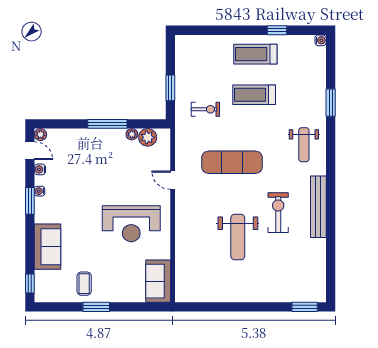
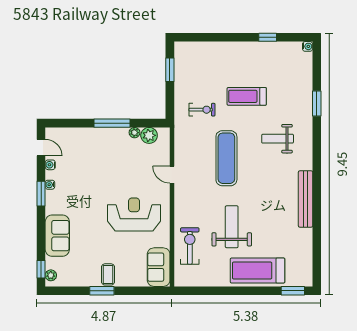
treadmill: (255, 54) -> (258, 271), moved, width x1.37, depth x1.38
window: (170, 88) -> (170, 70), moved
plant: (40, 135) -> (51, 275), moved
weight bench: (304, 145) -> (278, 139), moved, turned 90
exercise mat: (232, 162) -> (226, 158), turned 90
exercise bike: (278, 213) -> (190, 246), moved
reception desk: (131, 224) -> (134, 215), turned 180
weight bench: (238, 237) -> (232, 227), turned 180
coffee table: (84, 284) -> (108, 274), moved

